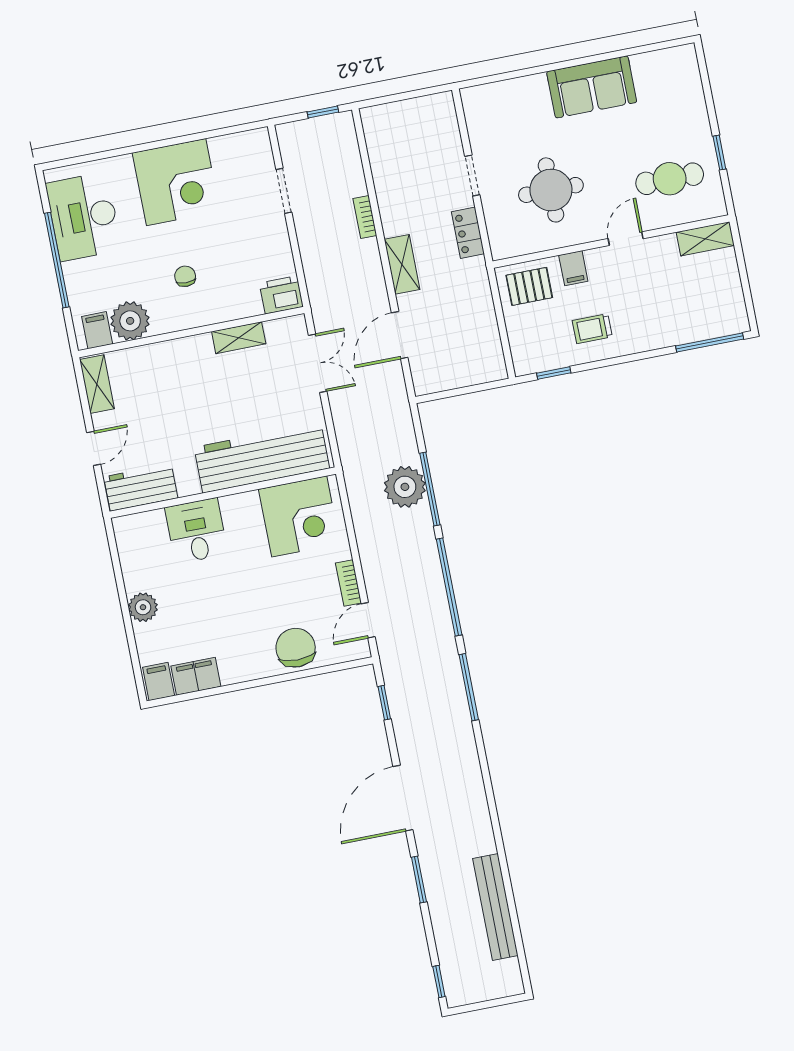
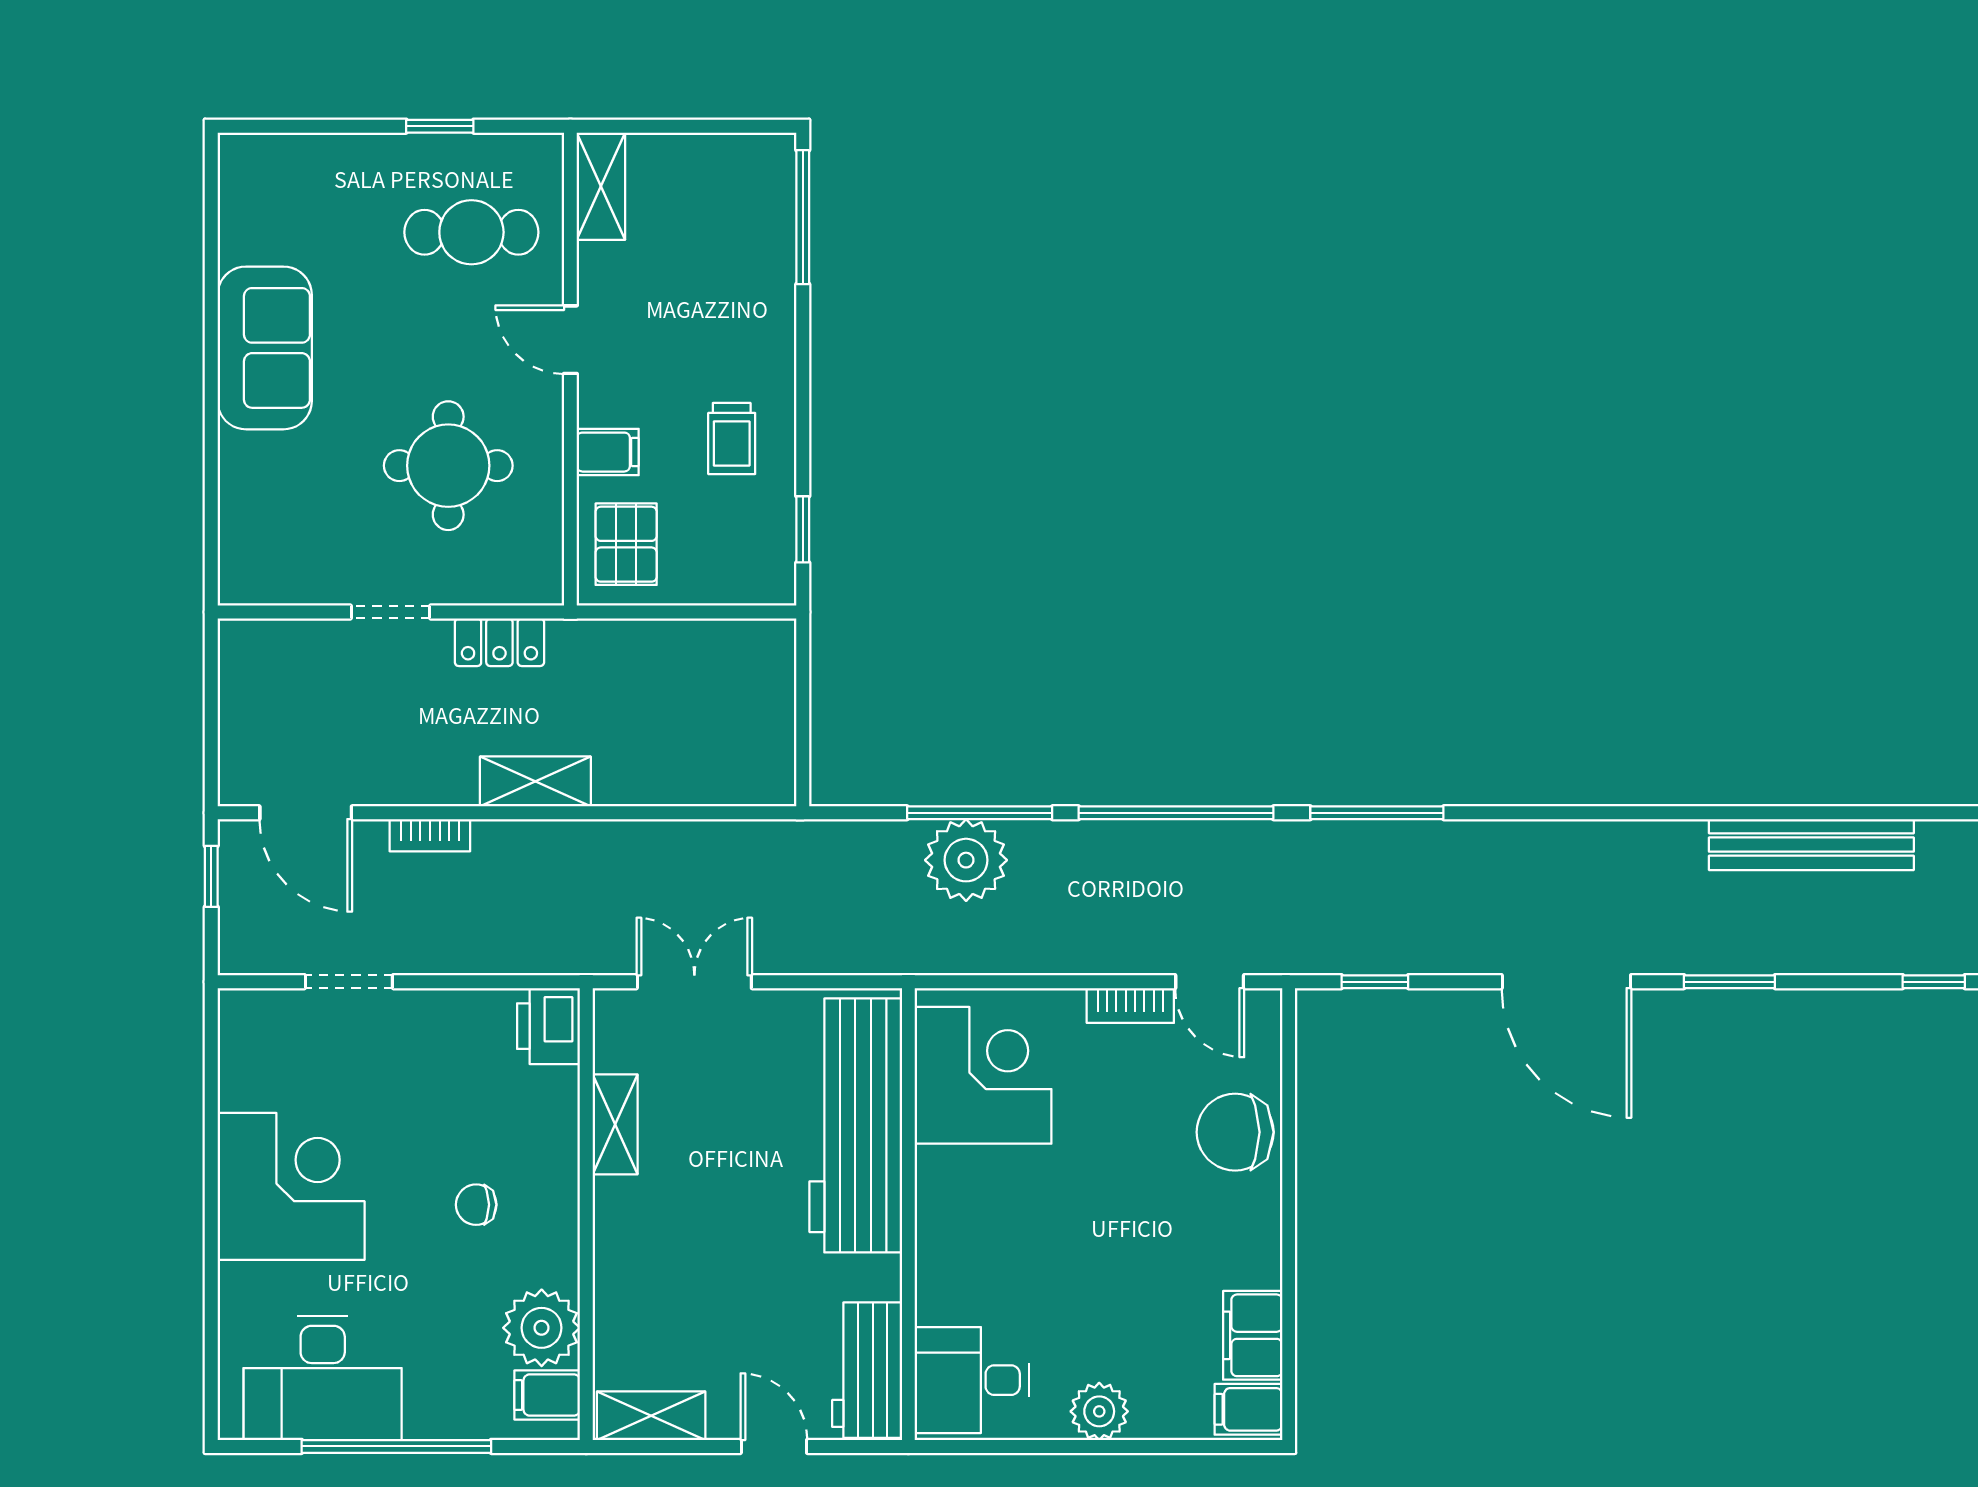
cafe table: (670, 179) -> (471, 232), turned 90
door: (400, 335) -> (306, 813), moved
desk: (196, 531) -> (972, 1380), moved

